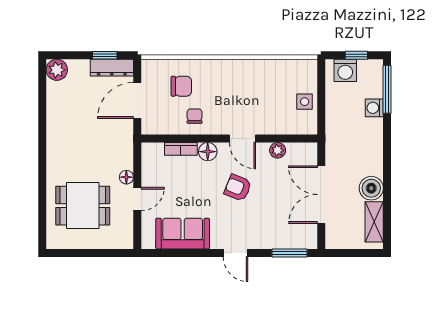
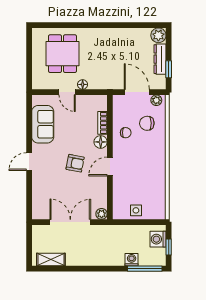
dresser: (112, 68) -> (160, 59), moved
plant: (149, 73) -> (156, 100), added
chair: (181, 86) -> (147, 123), turned 89
plant: (278, 150) -> (102, 214), moved
armchair: (238, 188) -> (75, 163), turned 79
boiler: (371, 188) -> (75, 258), removed
window: (289, 253) -> (29, 200), removed

